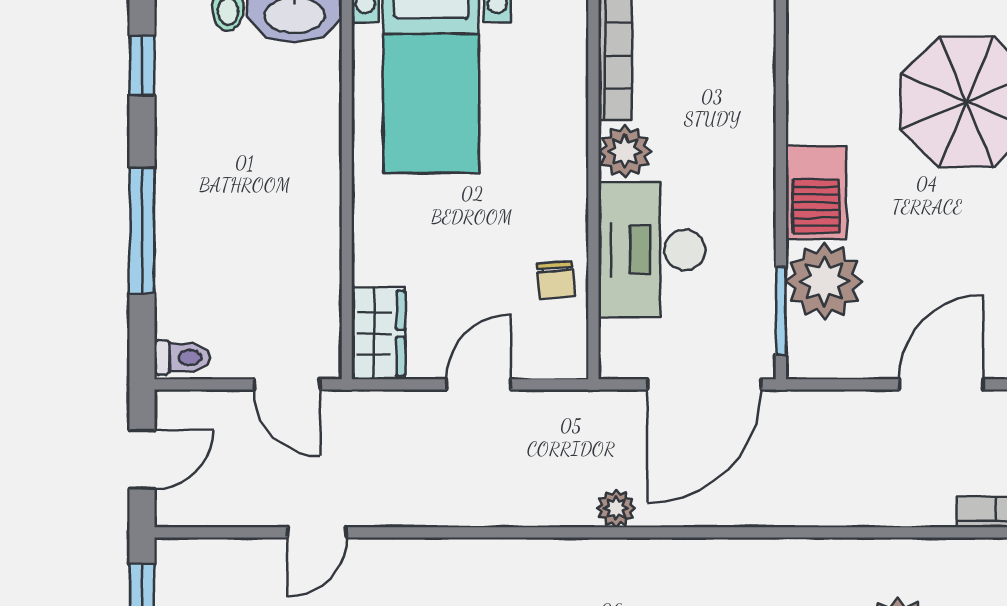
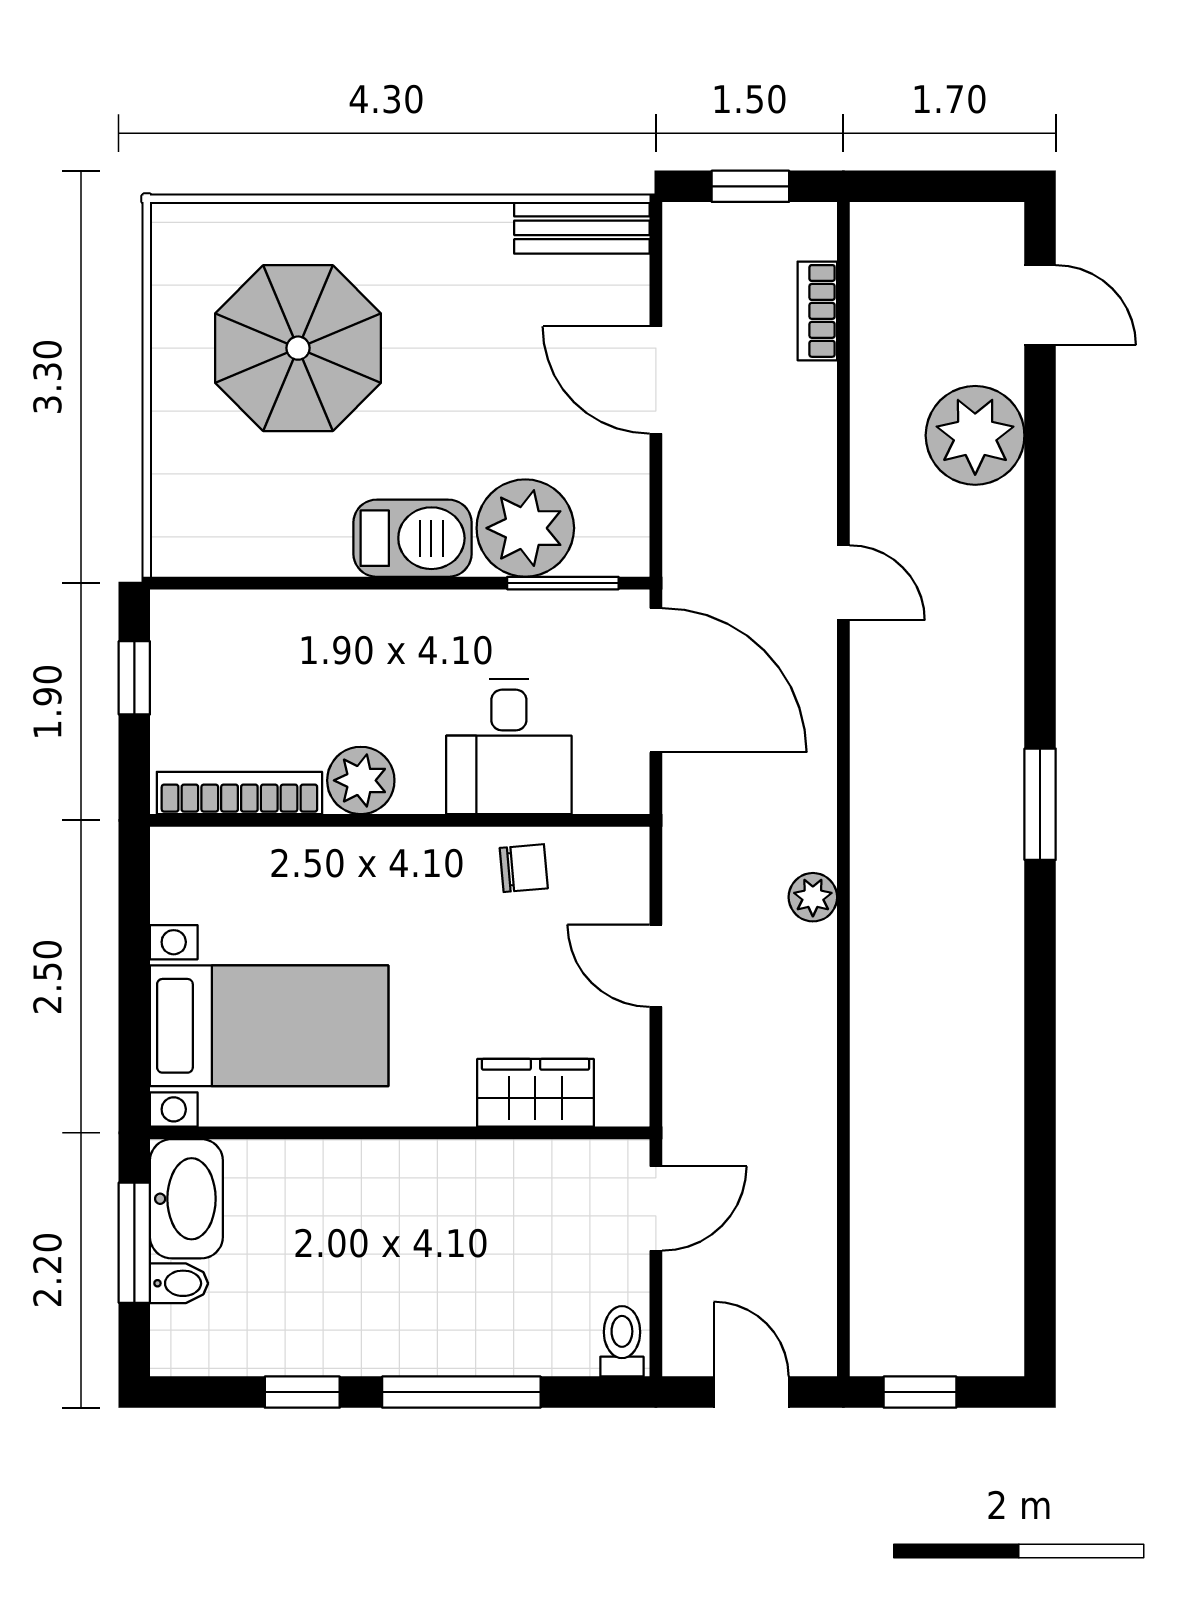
window: (142, 65) -> (302, 1392), moved
desk: (652, 250) -> (509, 747), width x0.73
wardrobe: (378, 333) -> (535, 1093), moved
plant: (616, 508) -> (813, 897), moved
door: (317, 532) -> (843, 583), moved

